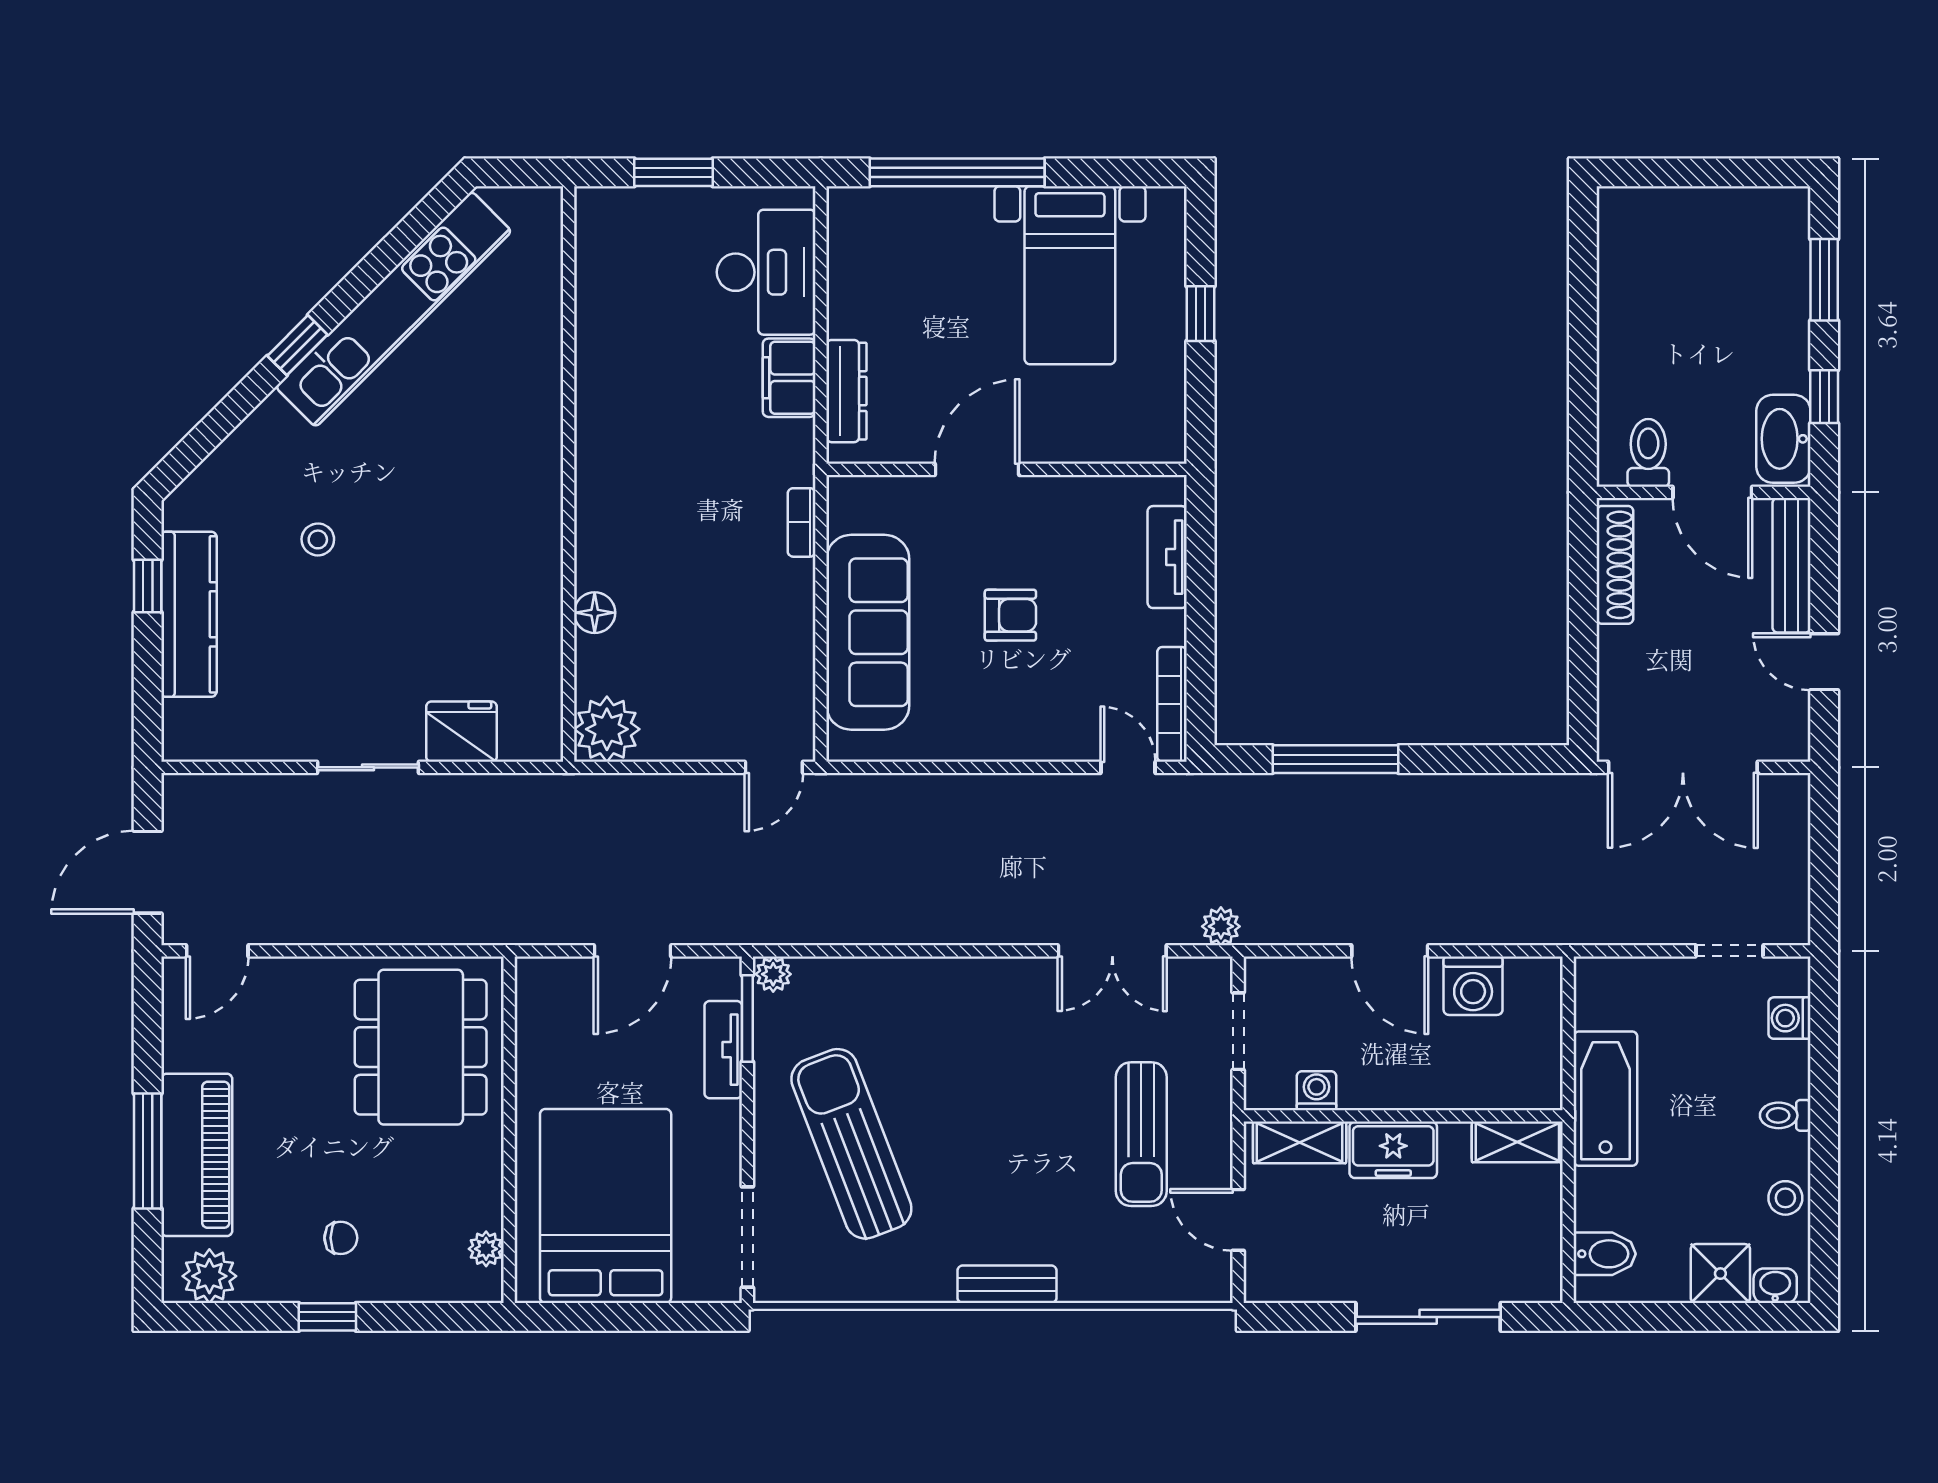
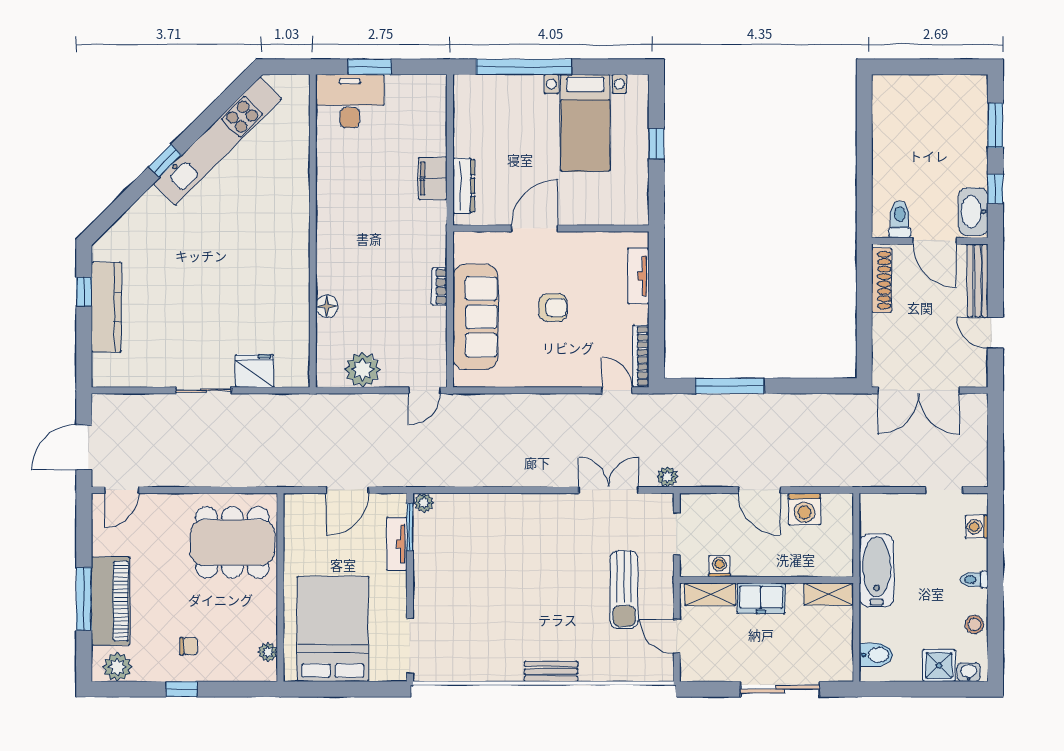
desk: (766, 272) -> (350, 101), moved, turned -90
bookcase: (802, 522) -> (439, 287), moved
stool: (318, 539) -> (176, 266), removed
plant: (607, 729) -> (363, 370), moved
double door: (1112, 951) -> (608, 490), swing flipped
dining table: (421, 1047) -> (232, 542), turned 90
sun lounger: (851, 1144) -> (466, 595), removed

